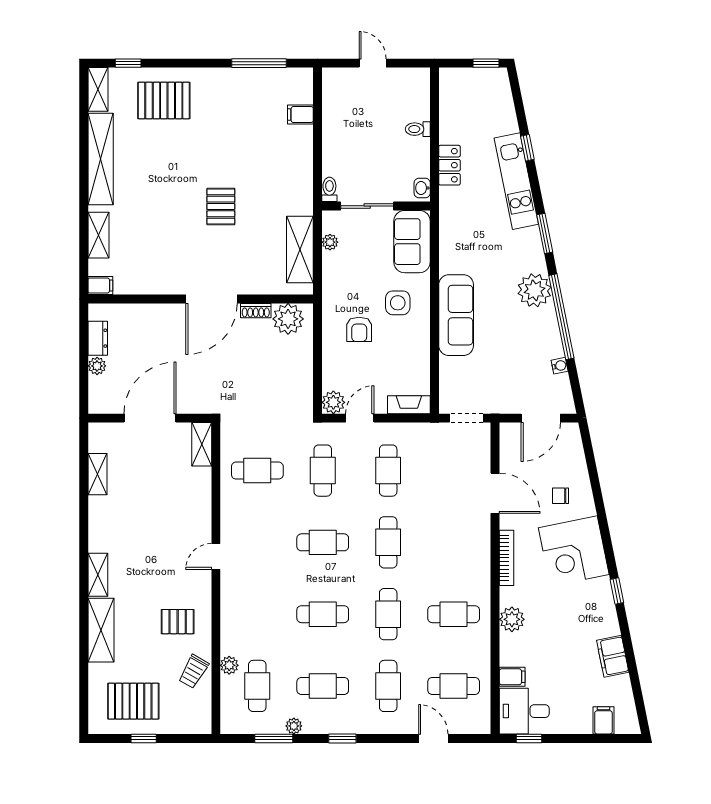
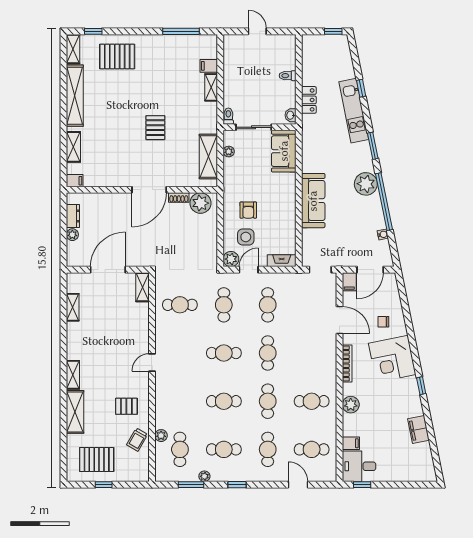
shelving: (304, 146) -> (211, 87), added
side table: (398, 303) -> (246, 237), moved
filing cabinet: (603, 720) -> (349, 282), moved, turned 180

